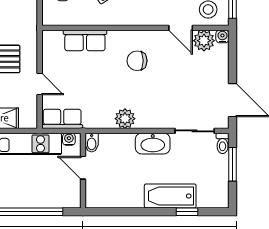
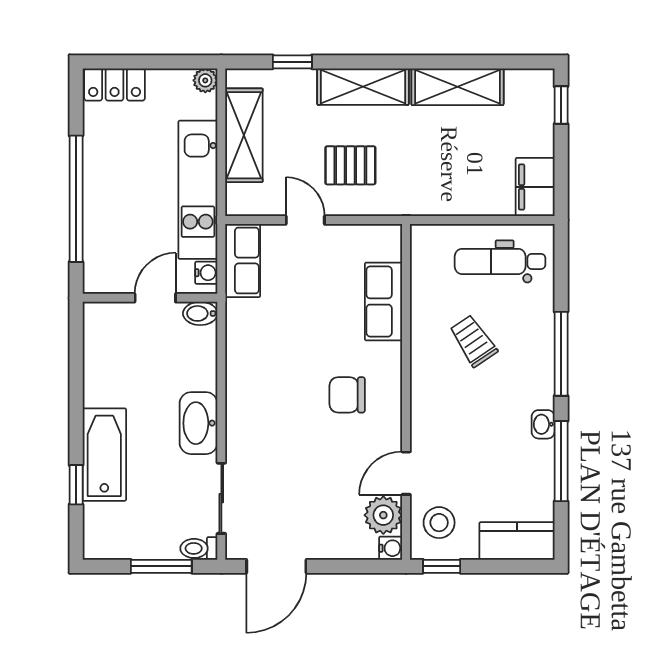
chair: (137, 61) -> (347, 395), turned -90
door: (40, 84) -> (305, 220), swing flipped
plant: (125, 119) -> (243, 373), removed

